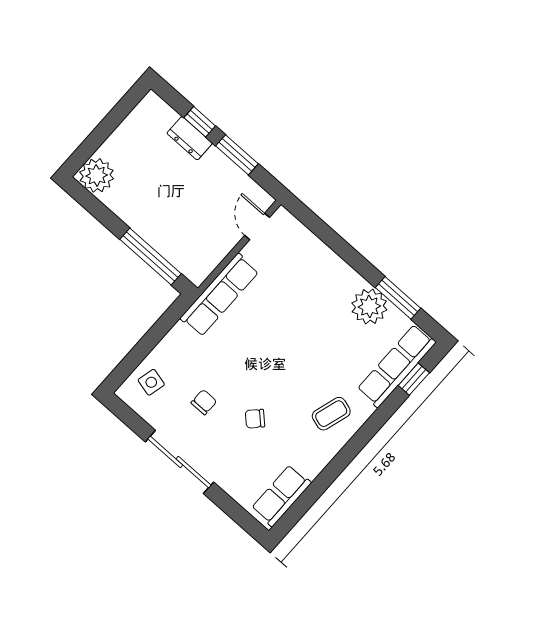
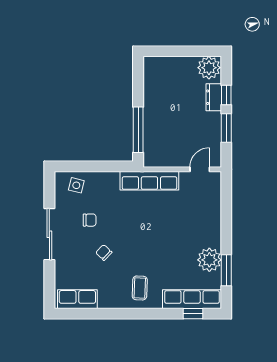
plant: (97, 175) -> (209, 68), moved
coffee table: (331, 414) -> (140, 288), turned 75

